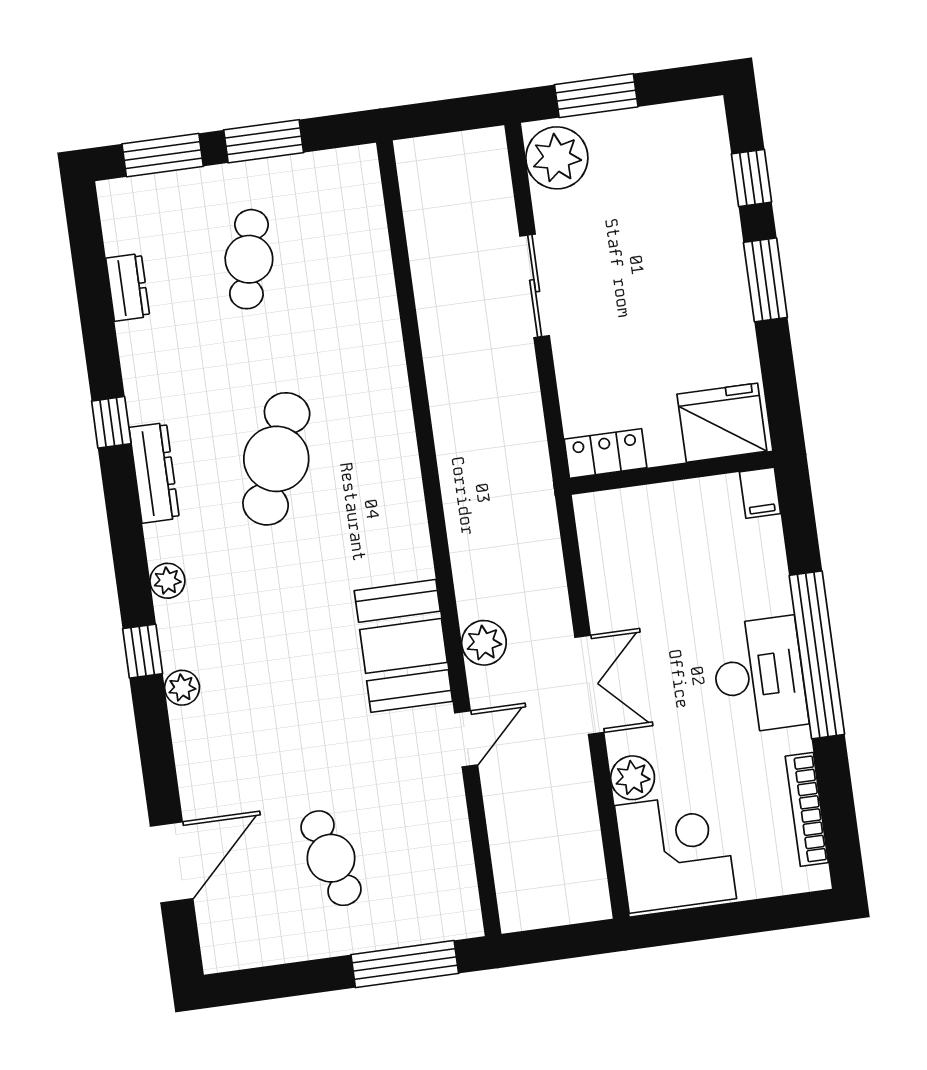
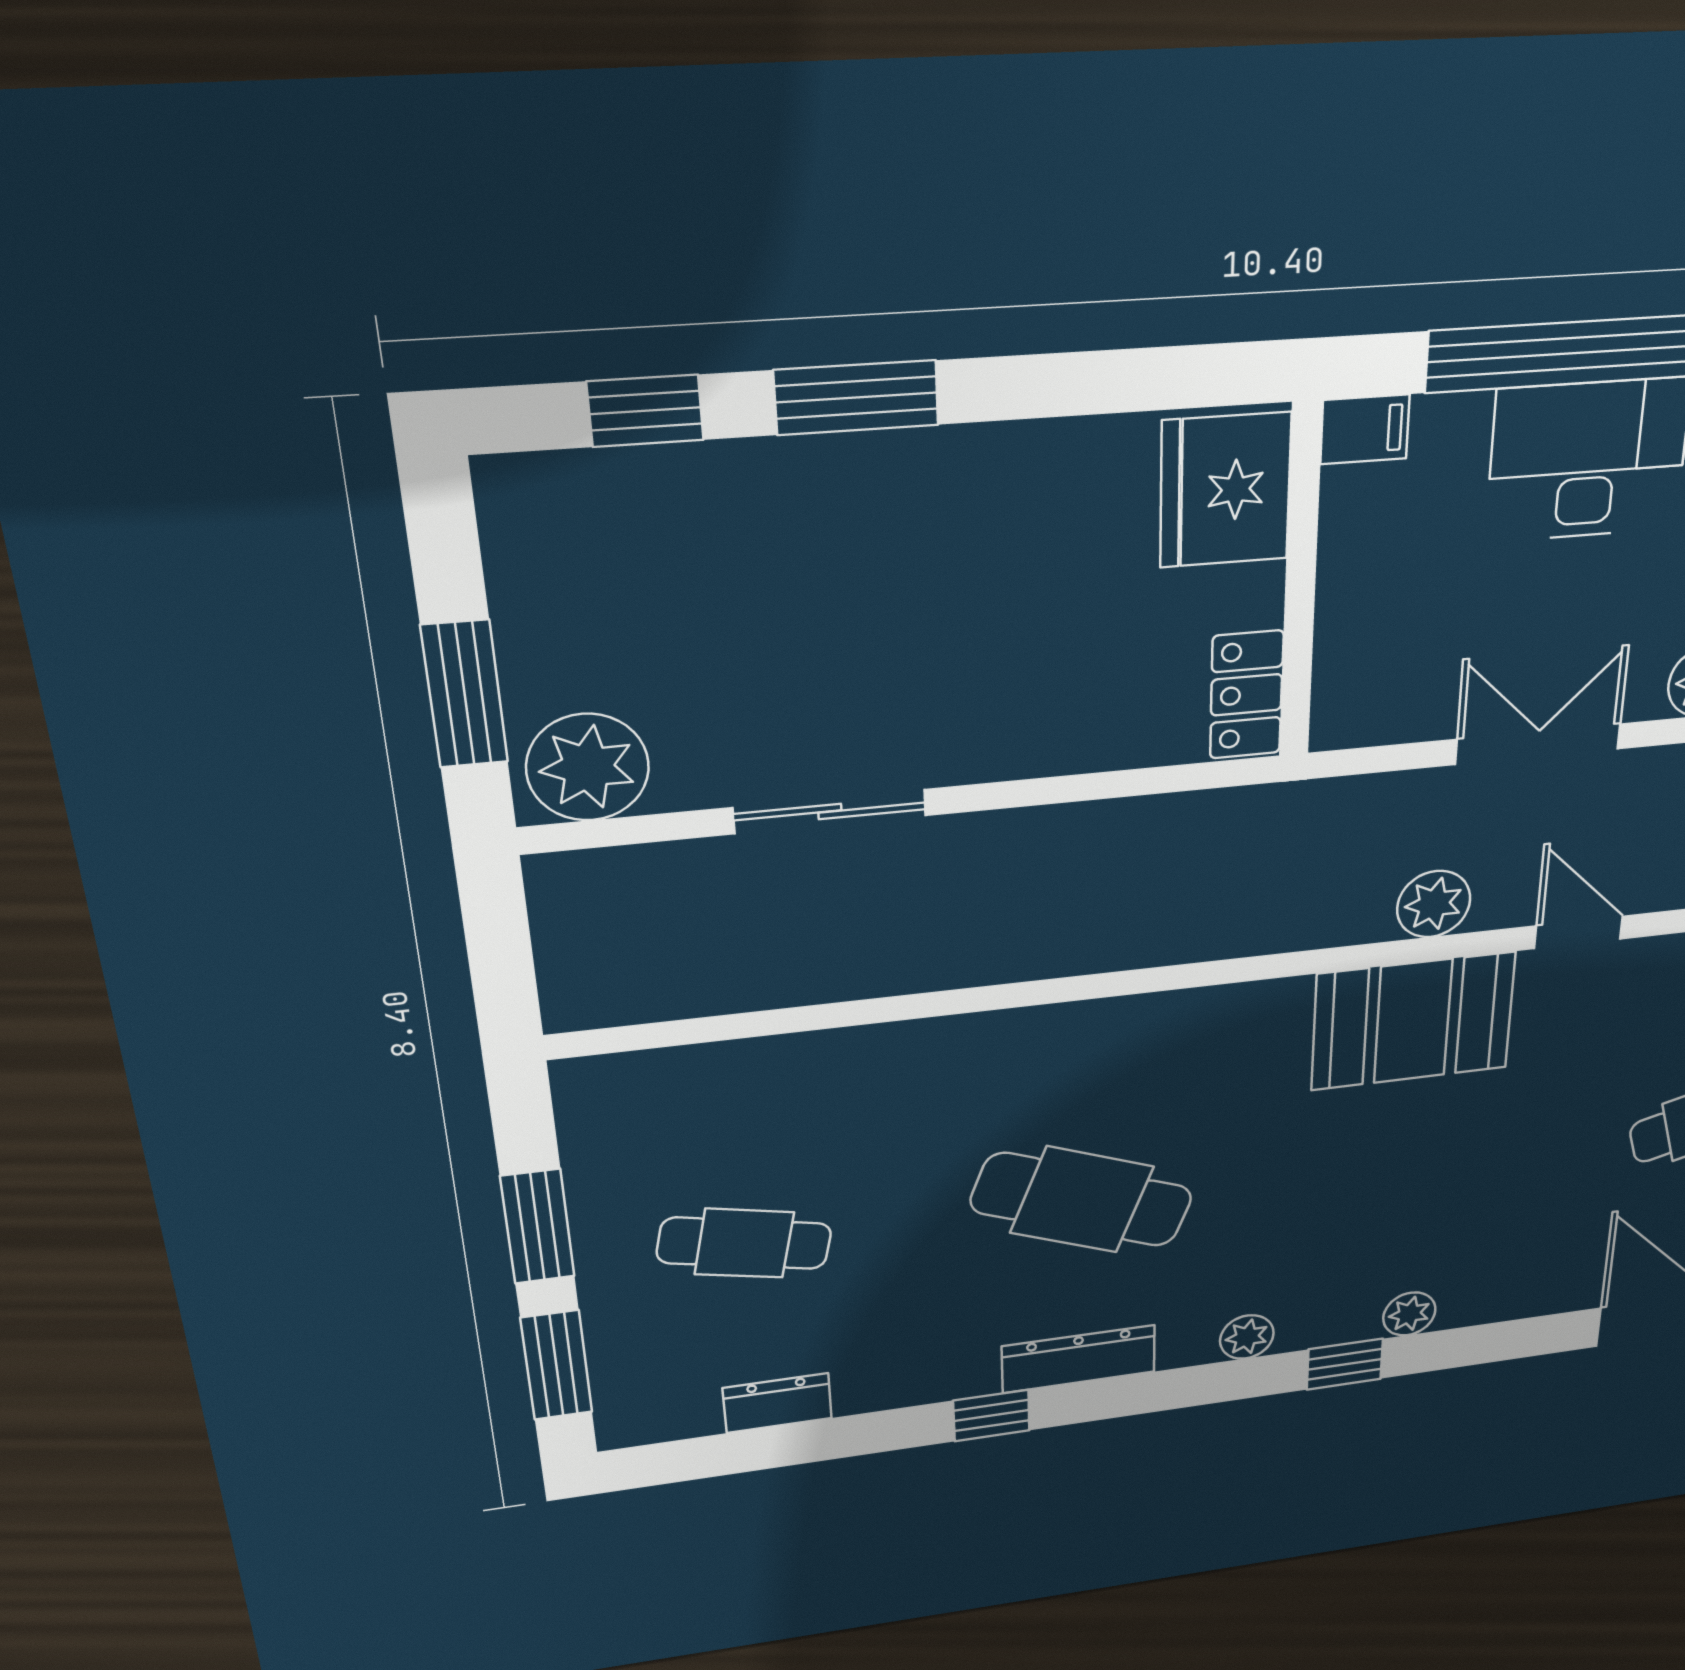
fridge: (722, 423) -> (1225, 490), moved
locker: (606, 453) -> (1247, 695), moved
wall: (672, 473) -> (1300, 584), moved
filing cabinet: (760, 493) -> (1365, 429), moved

